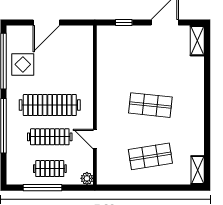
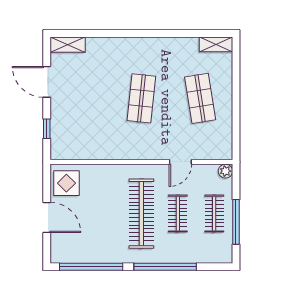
display table: (23, 64) -> (66, 183), moved
clothes rail: (50, 137) -> (178, 214), width x0.73

